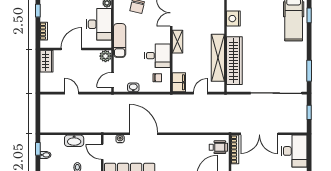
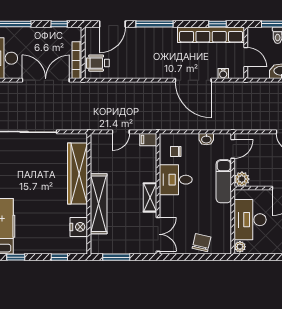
exam couch: (120, 40) -> (224, 181), moved
shelving: (218, 58) -> (99, 204), moved
filing cabinet: (179, 82) -> (148, 140), width x0.50

